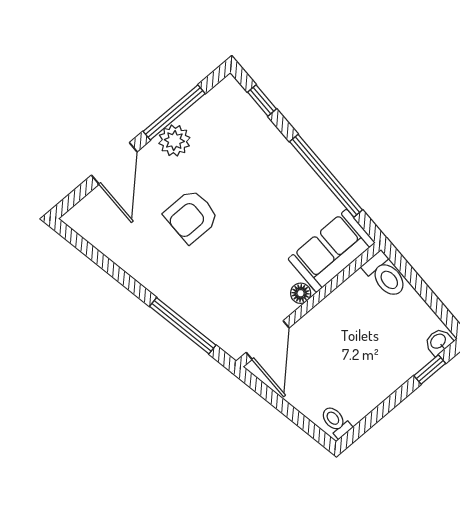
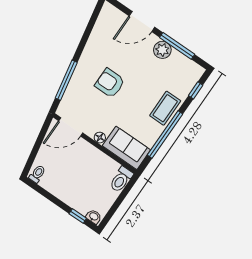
coffee table: (279, 163) -> (165, 108), added
armchair: (191, 216) -> (110, 83), moved

